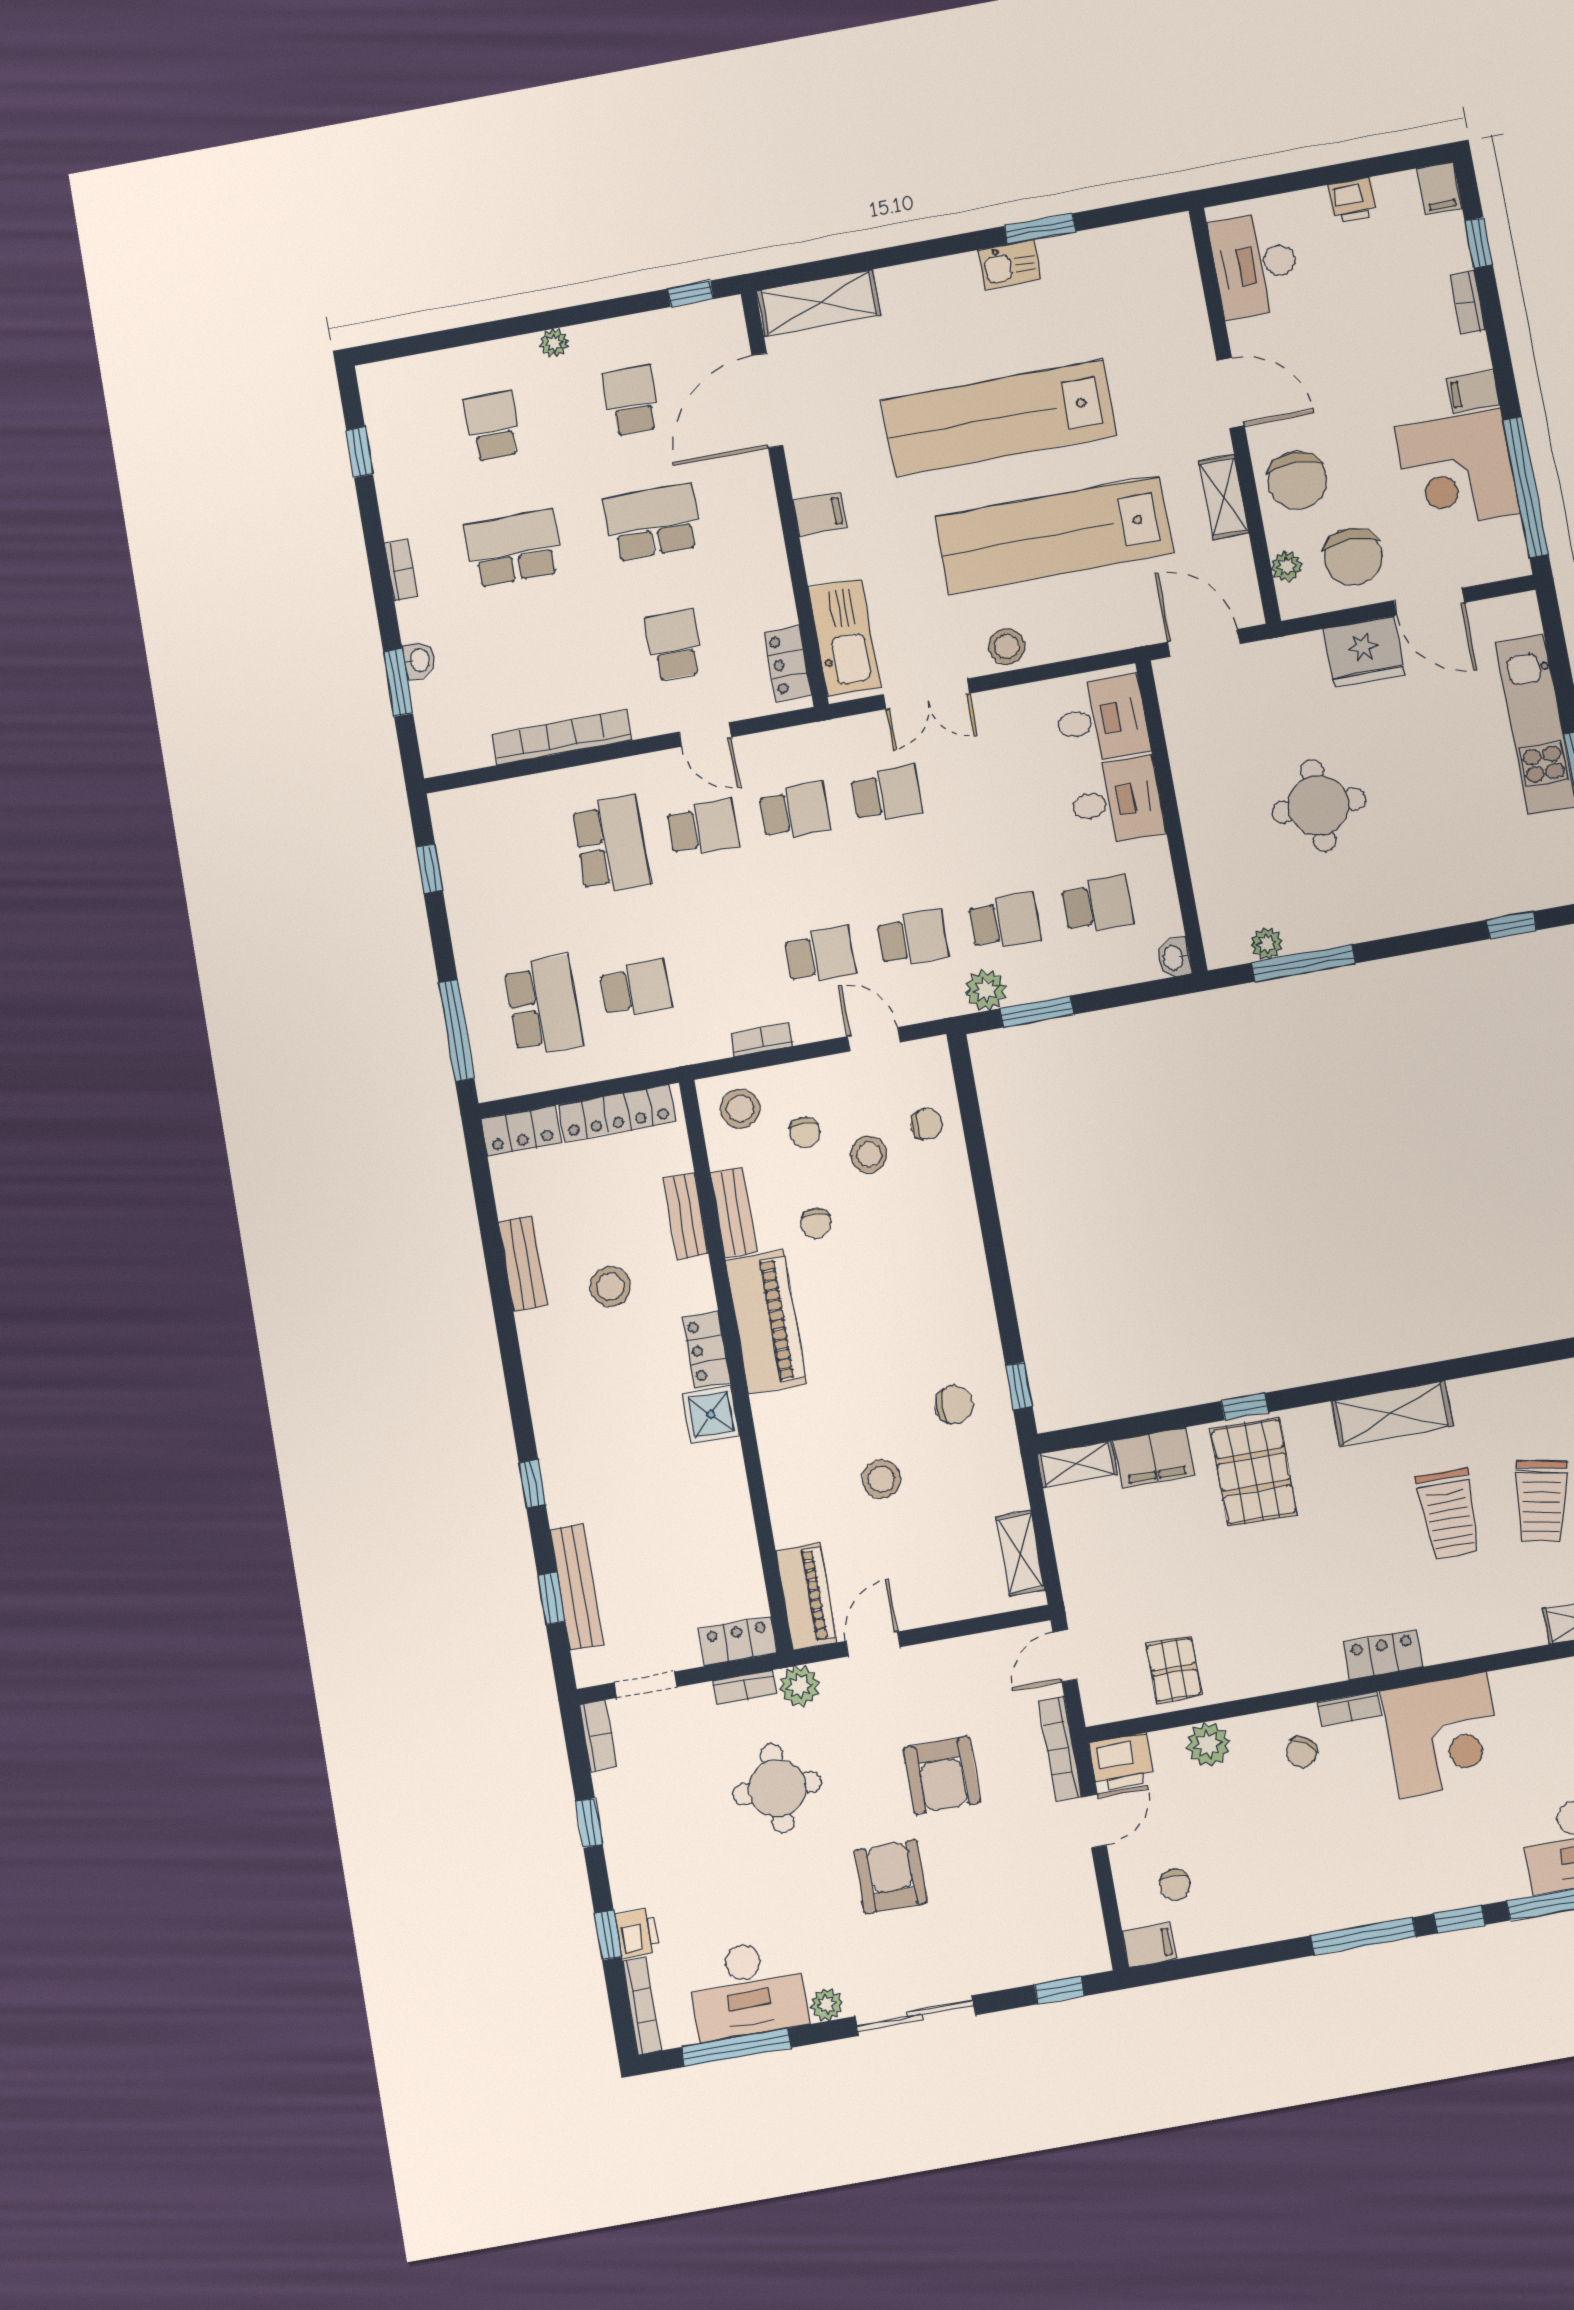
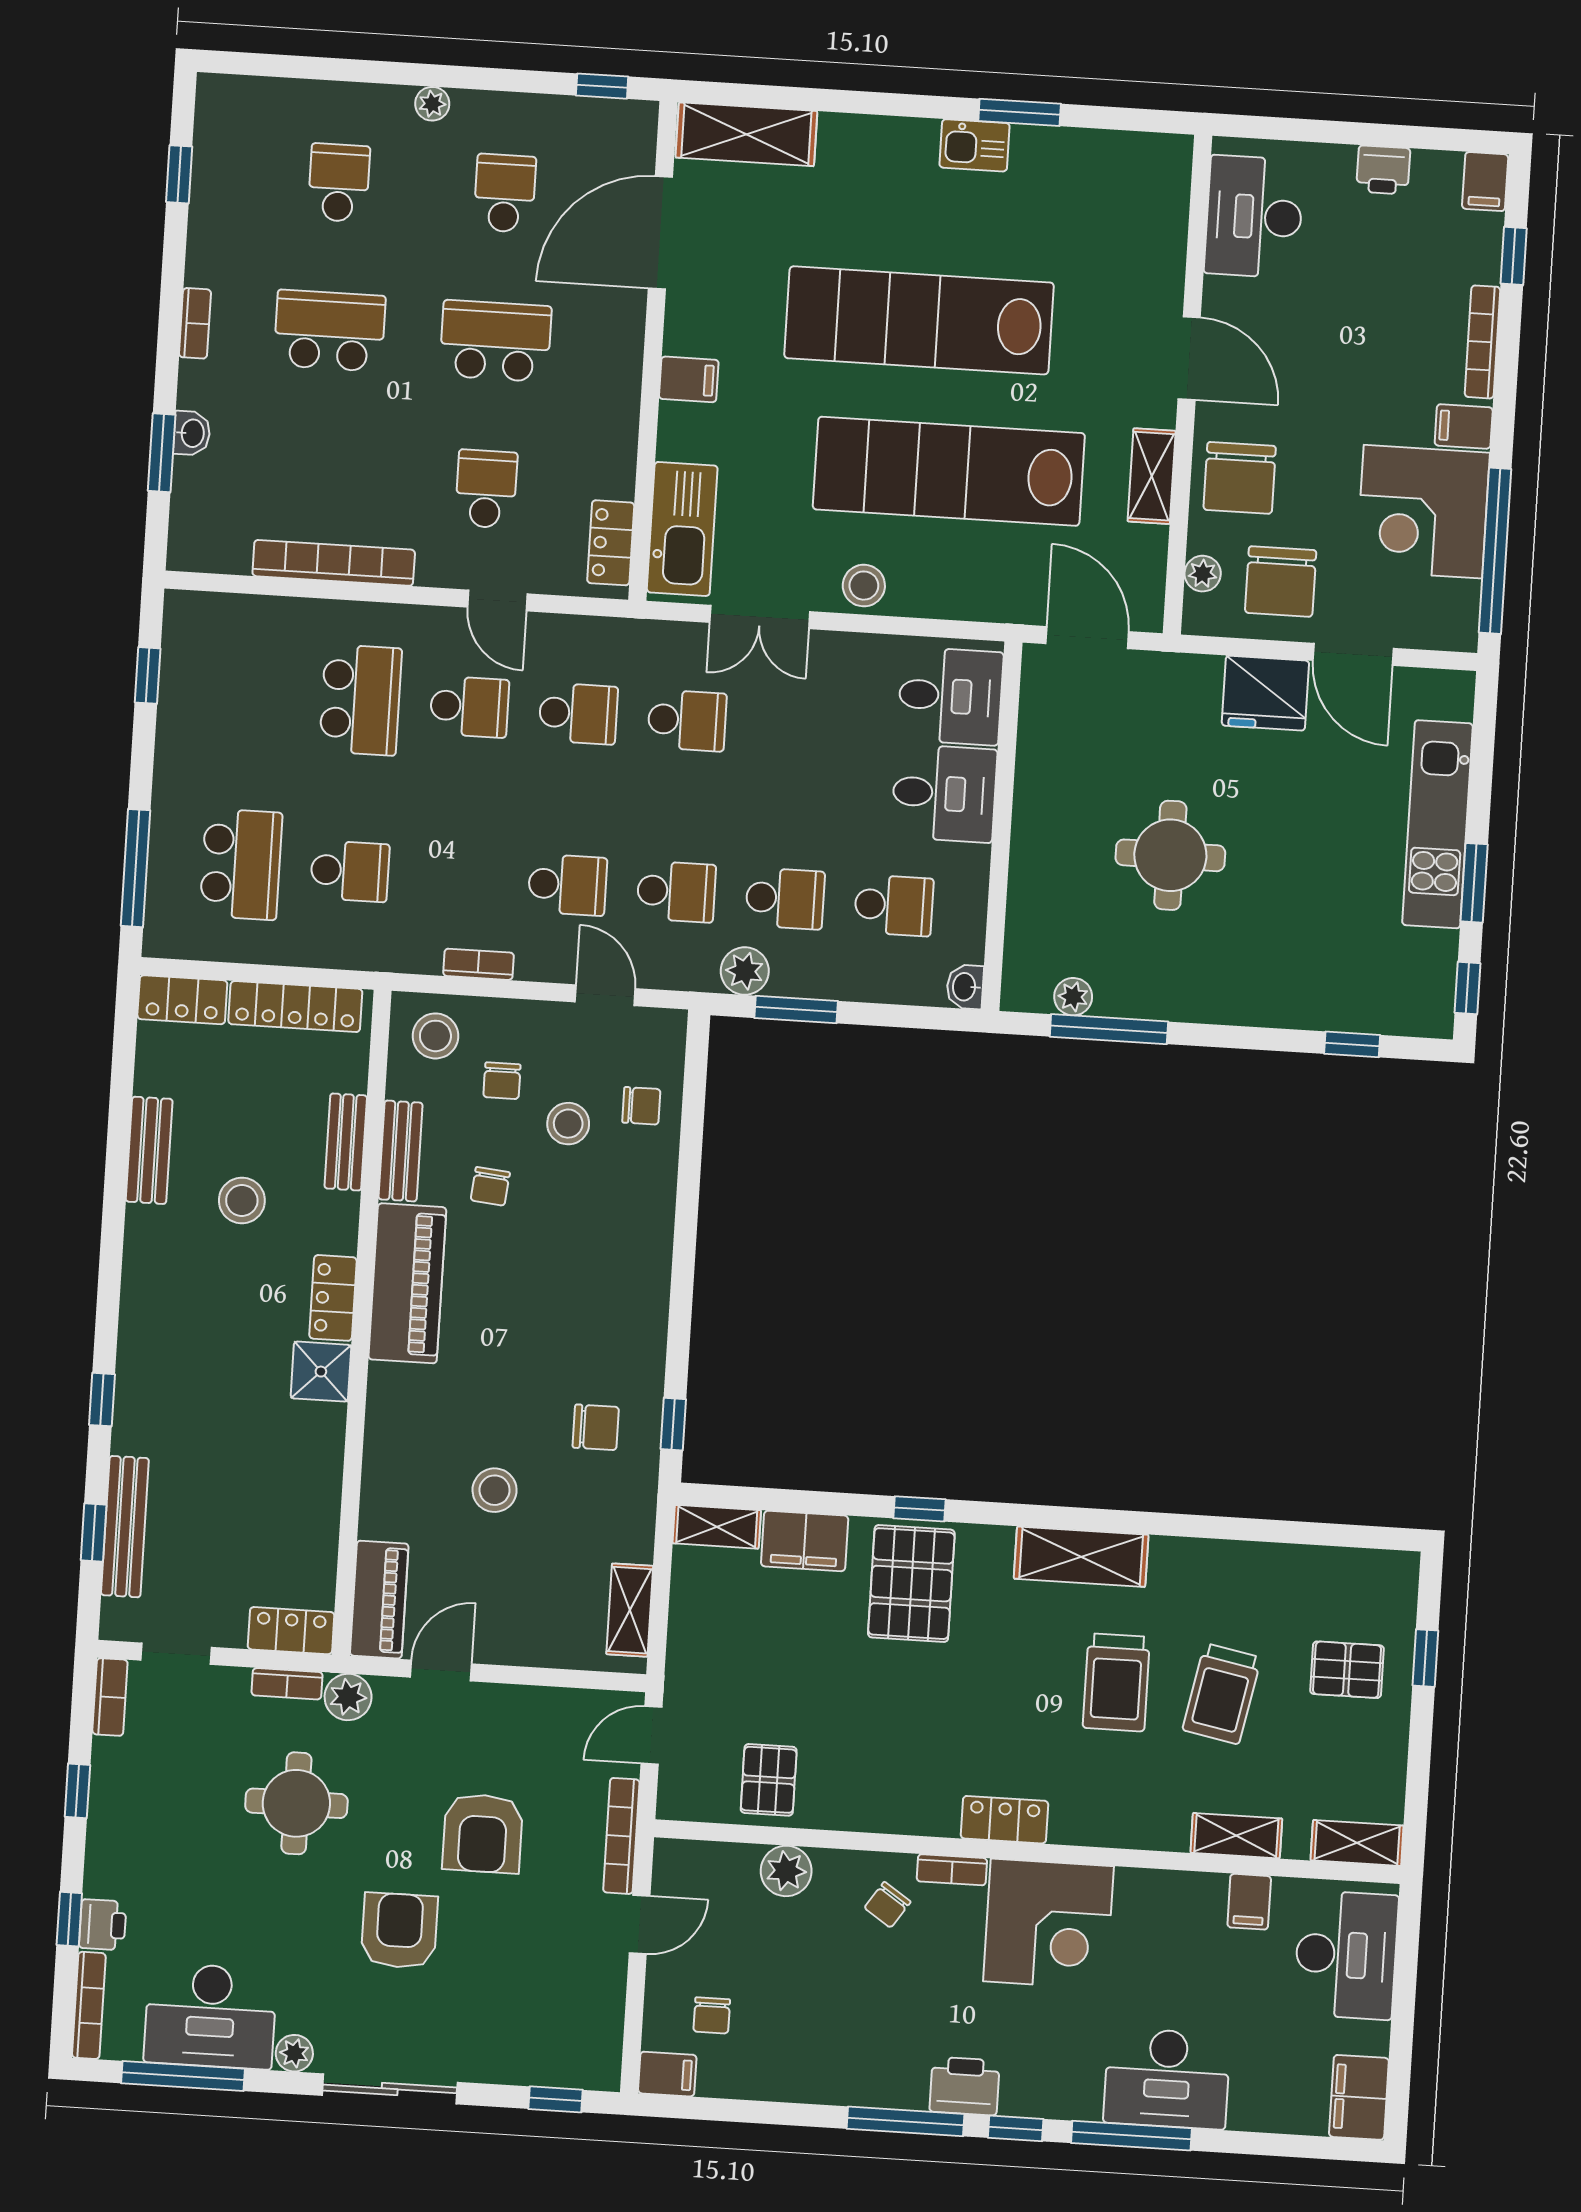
bookcase: (1468, 302) -> (1483, 342), width x1.56
printer: (1122, 1762) -> (965, 2086), moved, turned 180

